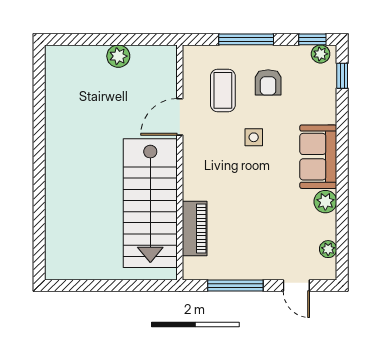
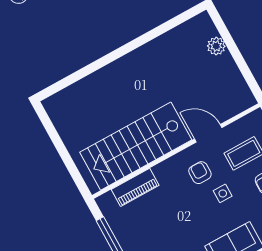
plant: (118, 56) -> (216, 46), moved
armchair: (217, 149) -> (200, 173), added

